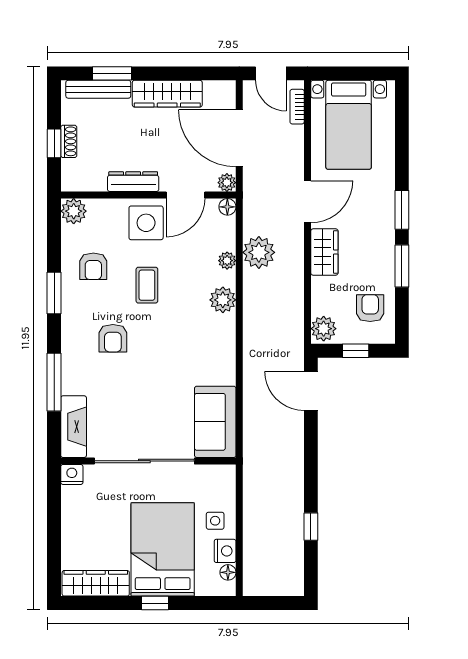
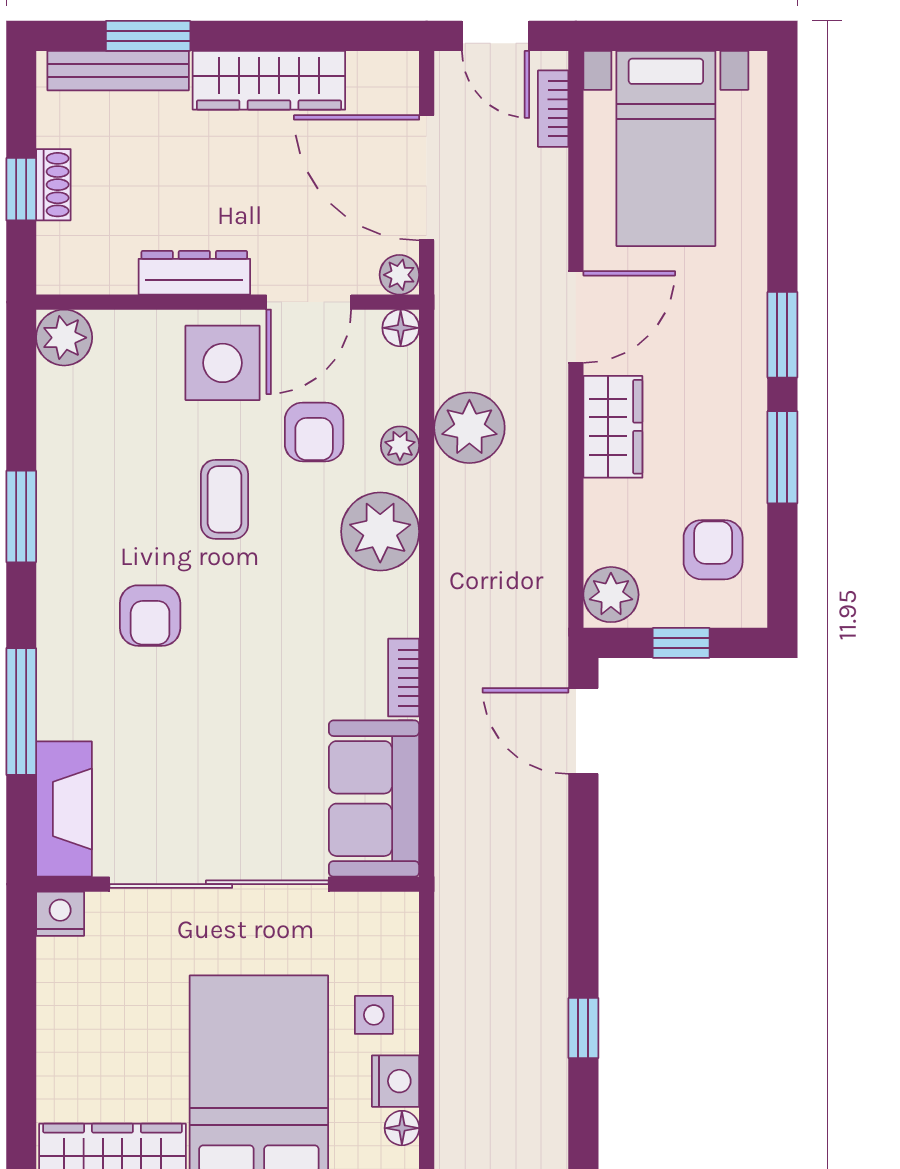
armchair: (93, 266) -> (314, 432), moved
plant: (223, 300) -> (380, 532), width x1.36, depth x1.36
bookcase: (229, 367) -> (404, 678), added

